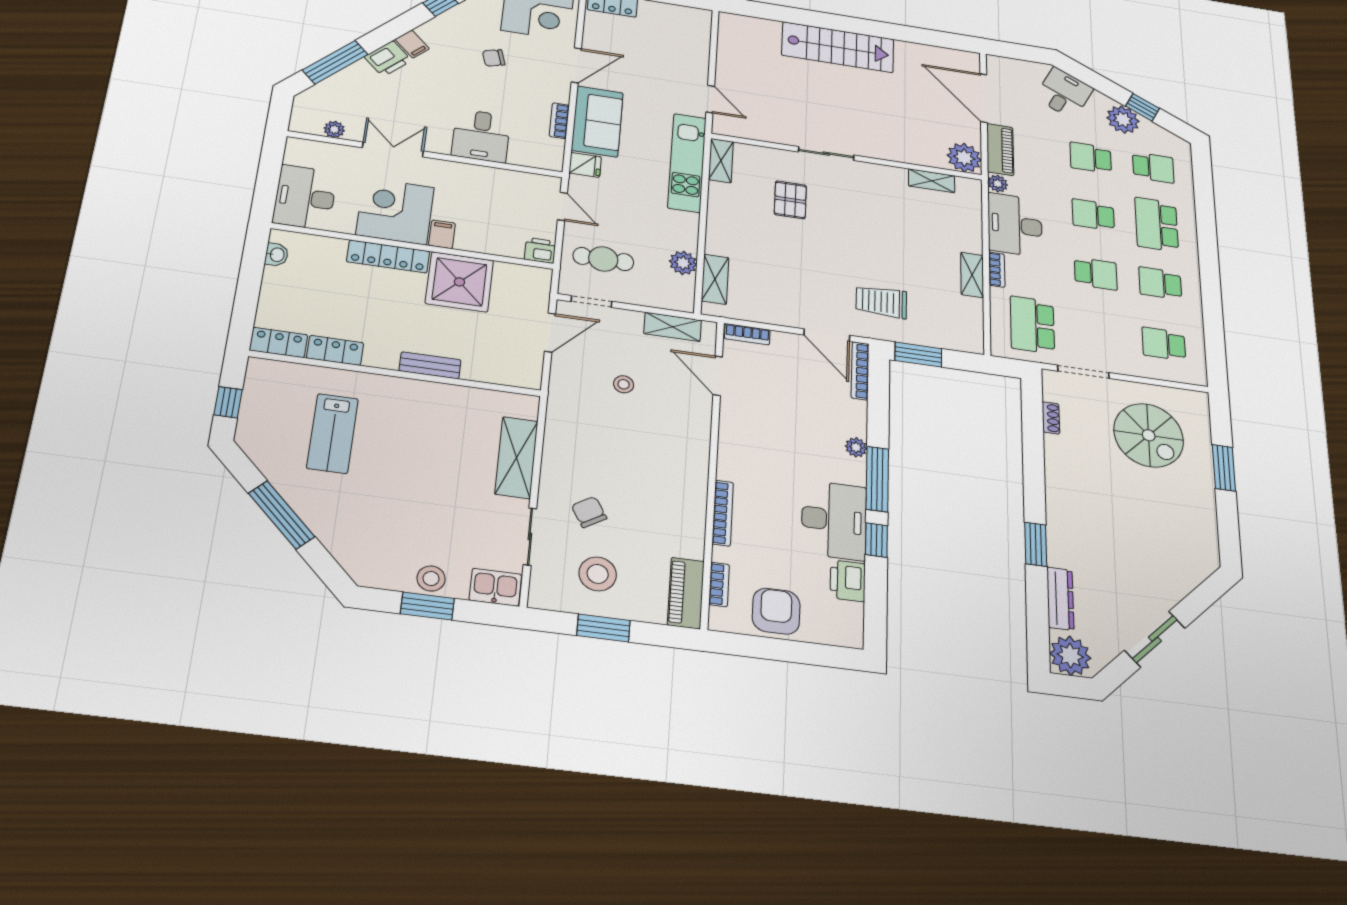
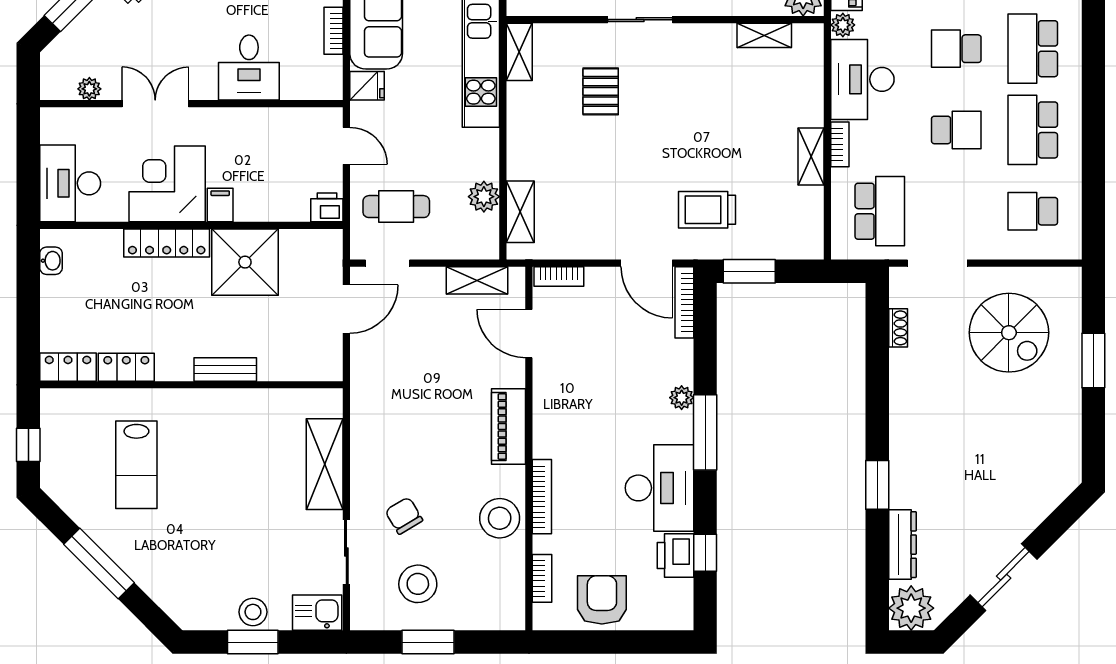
school desk: (1160, 283) -> (1033, 130), width x1.85
school desk: (1032, 325) -> (880, 211), turned 180
stool: (624, 384) -> (500, 518), moved, width x1.89, depth x1.89
window: (876, 540) -> (705, 553), moved
piano: (686, 593) -> (509, 427), moved

